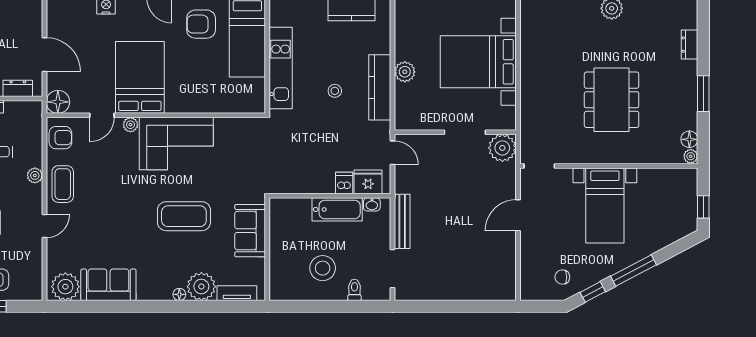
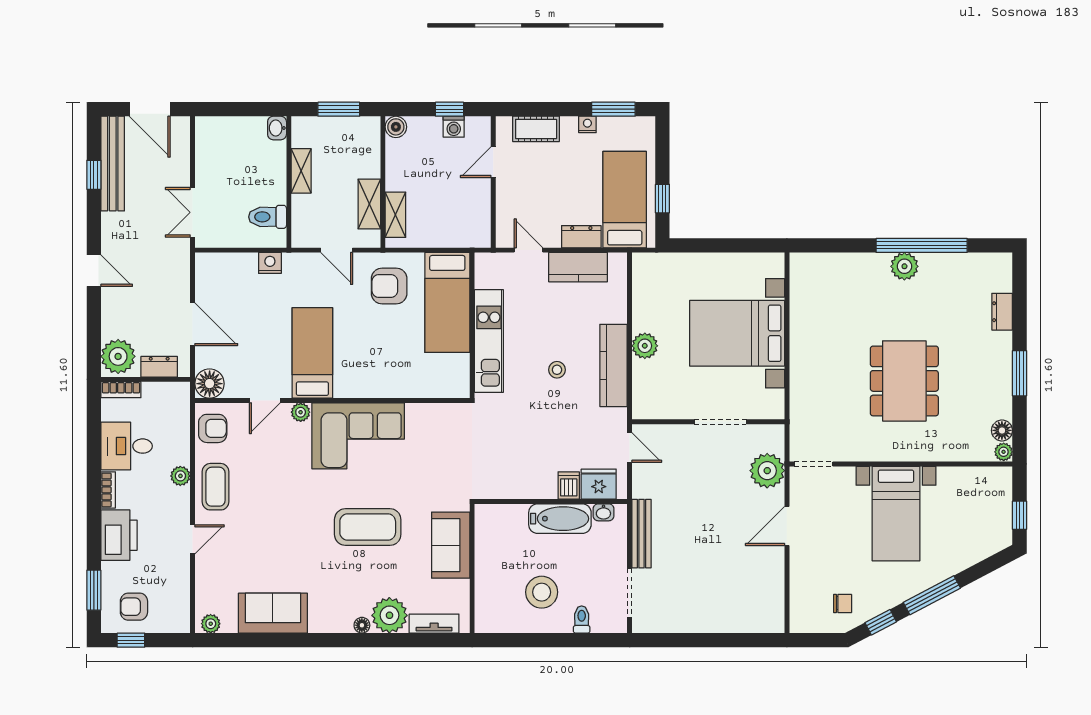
bed: (140, 77) -> (312, 353), width x0.67
plant: (502, 148) -> (767, 471), moved
chair: (562, 277) -> (843, 603), turned 180
plant: (65, 287) -> (211, 624), width x0.53, depth x0.53

